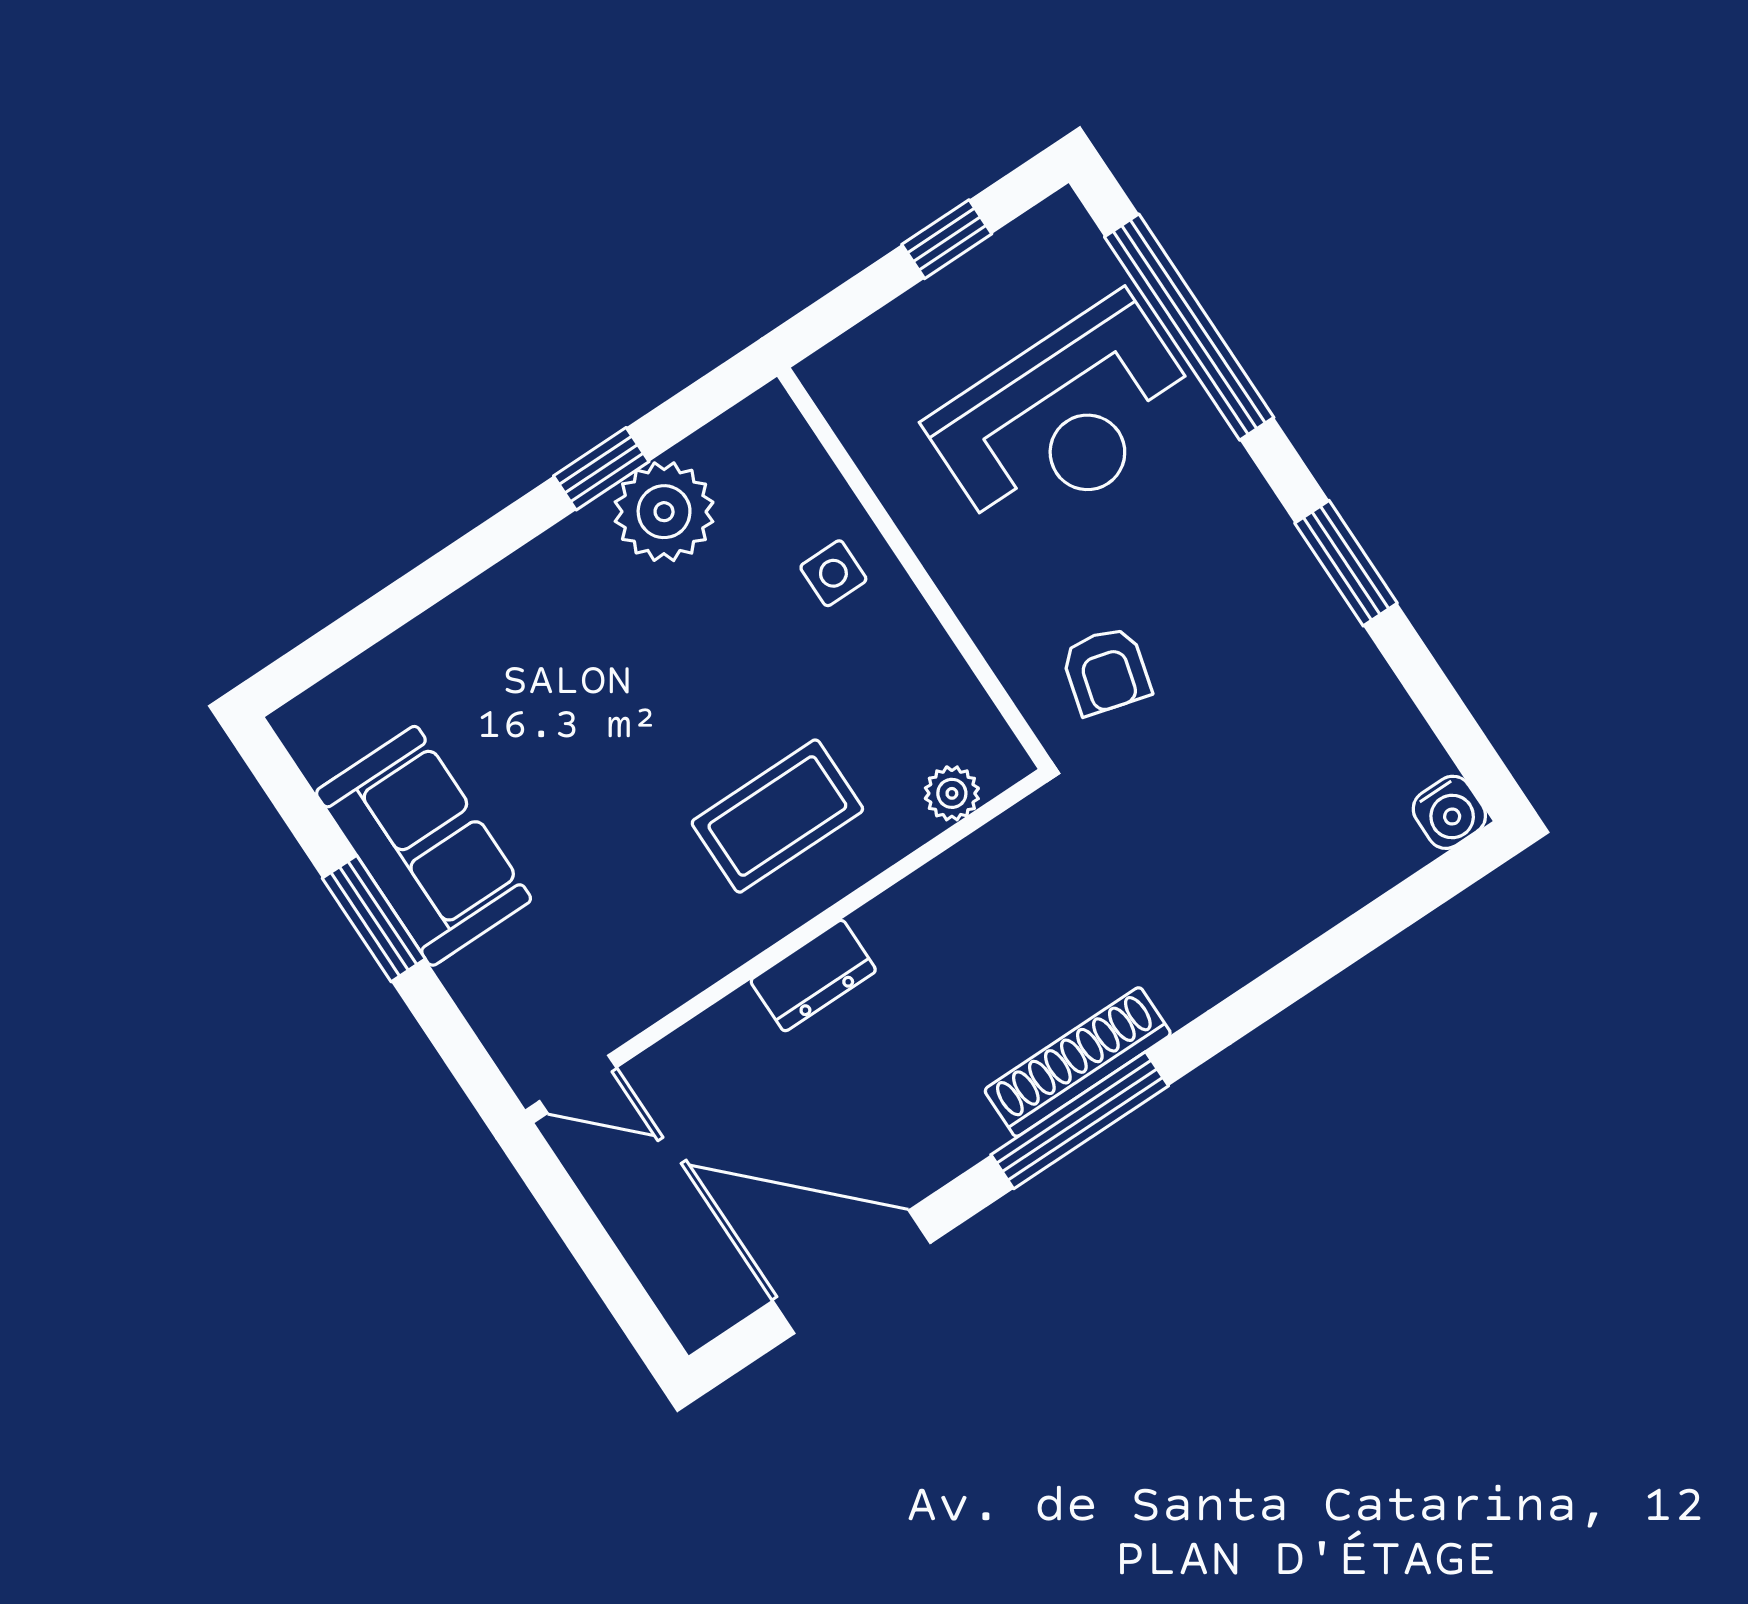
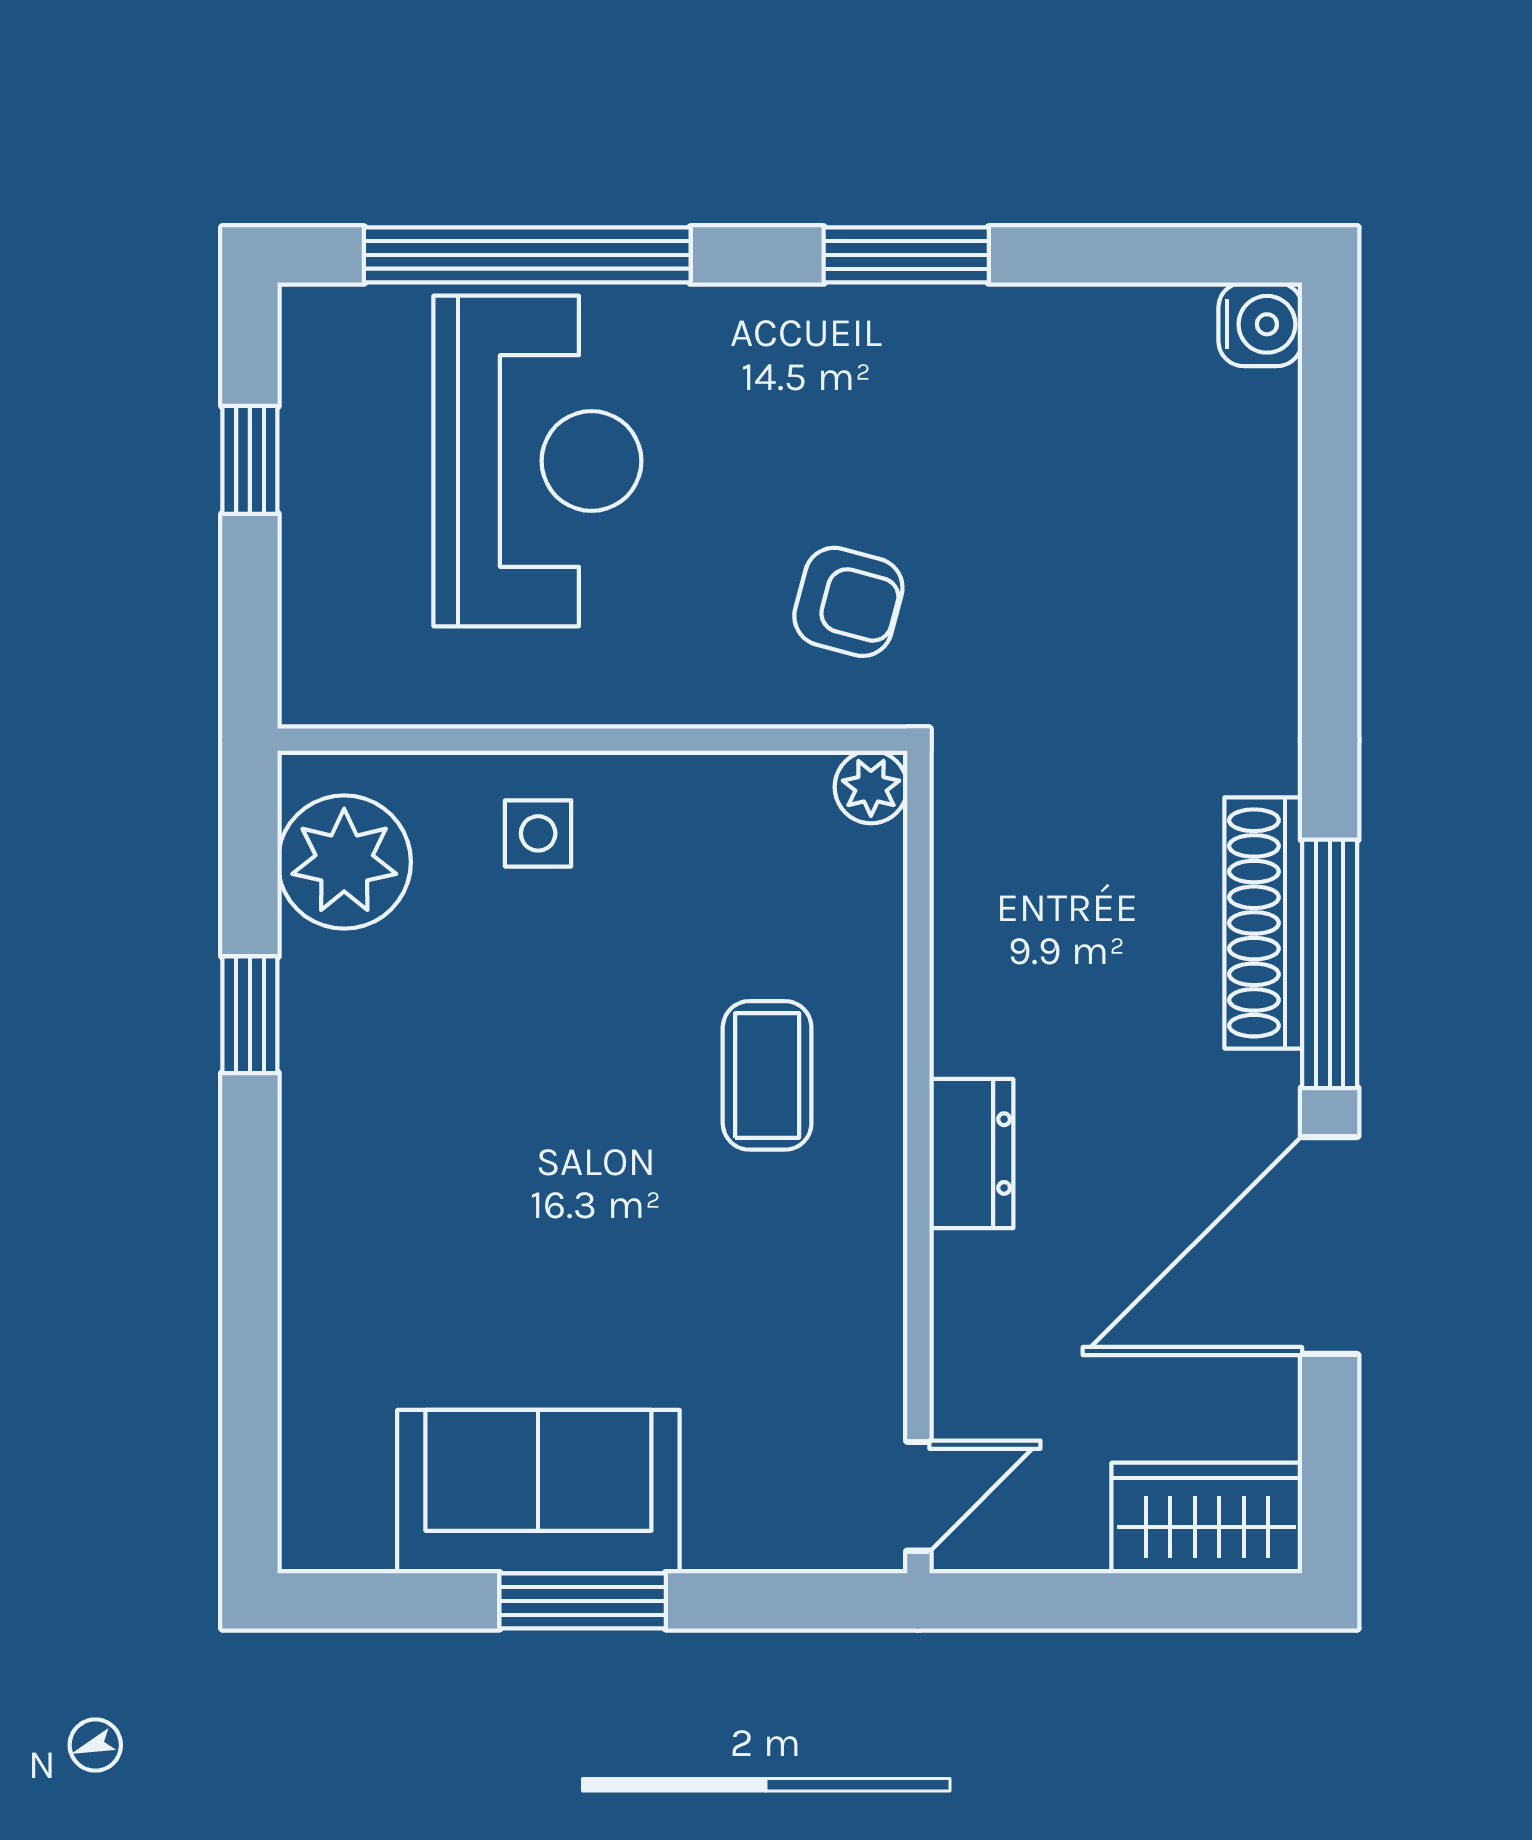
plant: (664, 512) -> (344, 862), moved
plant: (952, 793) -> (871, 787), moved
coffee table: (777, 816) -> (767, 1075), width x0.73, depth x0.77
door: (851, 1272) -> (1330, 1246), moved
wardrobe: (684, 1273) -> (1207, 1518), added

